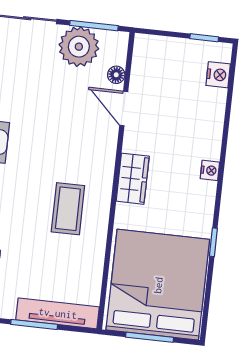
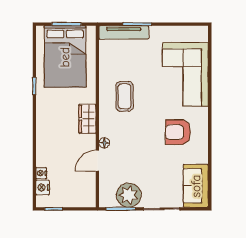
floor lamp: (116, 75) -> (104, 143), moved
door: (124, 108) -> (97, 161), swing flipped
nightstand: (210, 170) -> (41, 173), moved
bed: (158, 285) -> (65, 57), width x0.73

